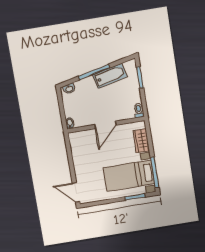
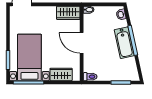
bathtub: (110, 76) -> (124, 43), moved
wardrobe: (77, 144) -> (68, 13), added

